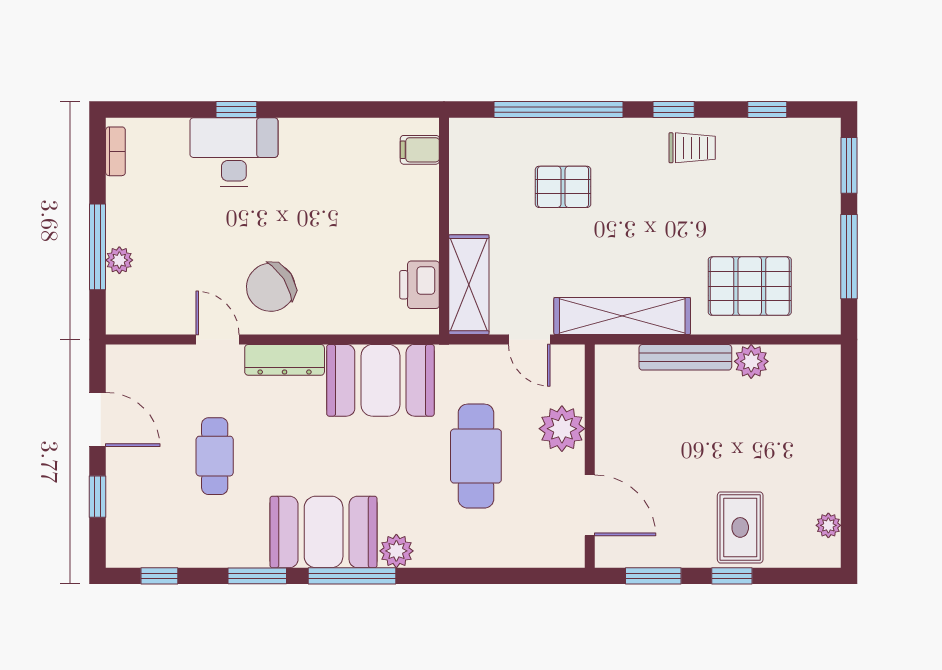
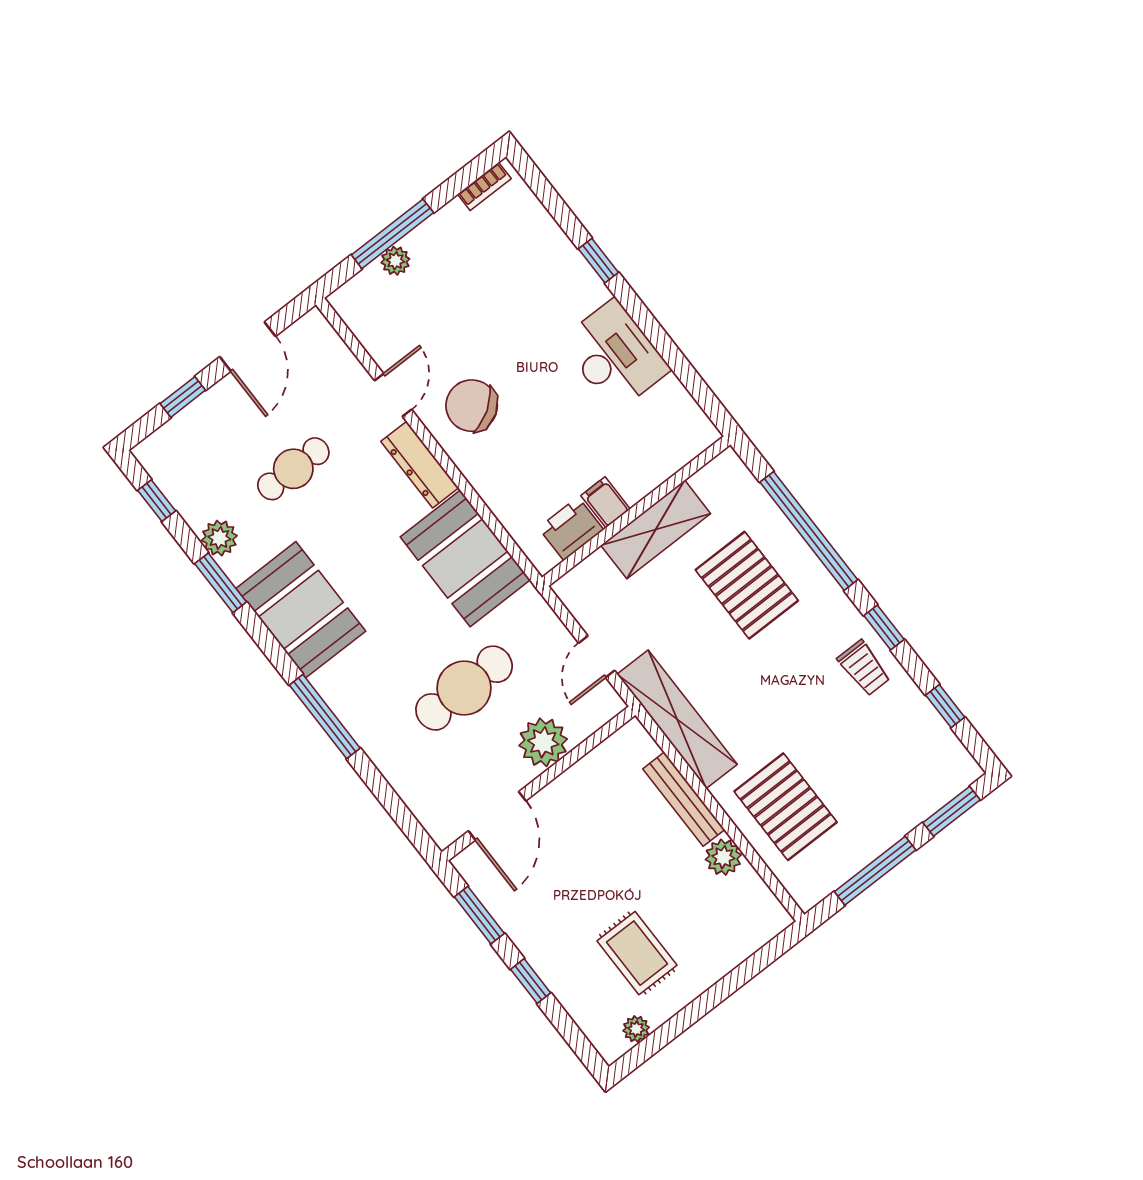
filing cabinet: (420, 150) -> (606, 502), moved
desk: (234, 152) -> (615, 355), moved
pallet: (563, 187) -> (747, 585), width x1.50, depth x1.42
shelving: (469, 285) -> (656, 529), moved
rug: (740, 527) -> (637, 953), moved, turned 90
plant: (396, 551) -> (219, 538), moved
window: (352, 576) -> (325, 717), moved

